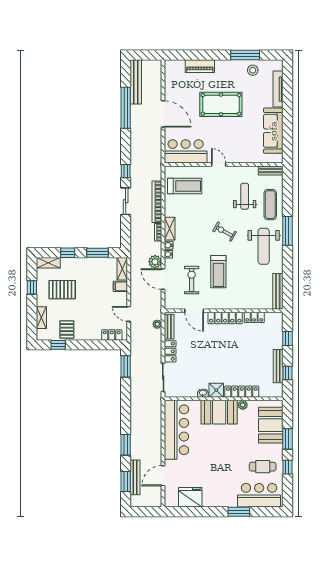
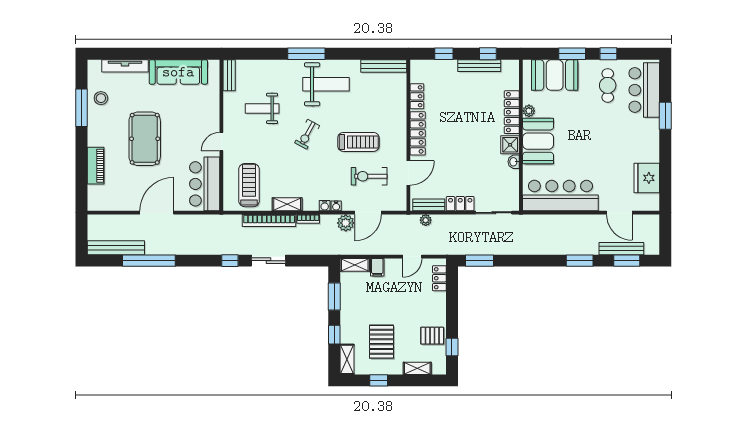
exercise mat: (270, 205) -> (273, 76), removed
shelving: (170, 229) -> (287, 204), moved

